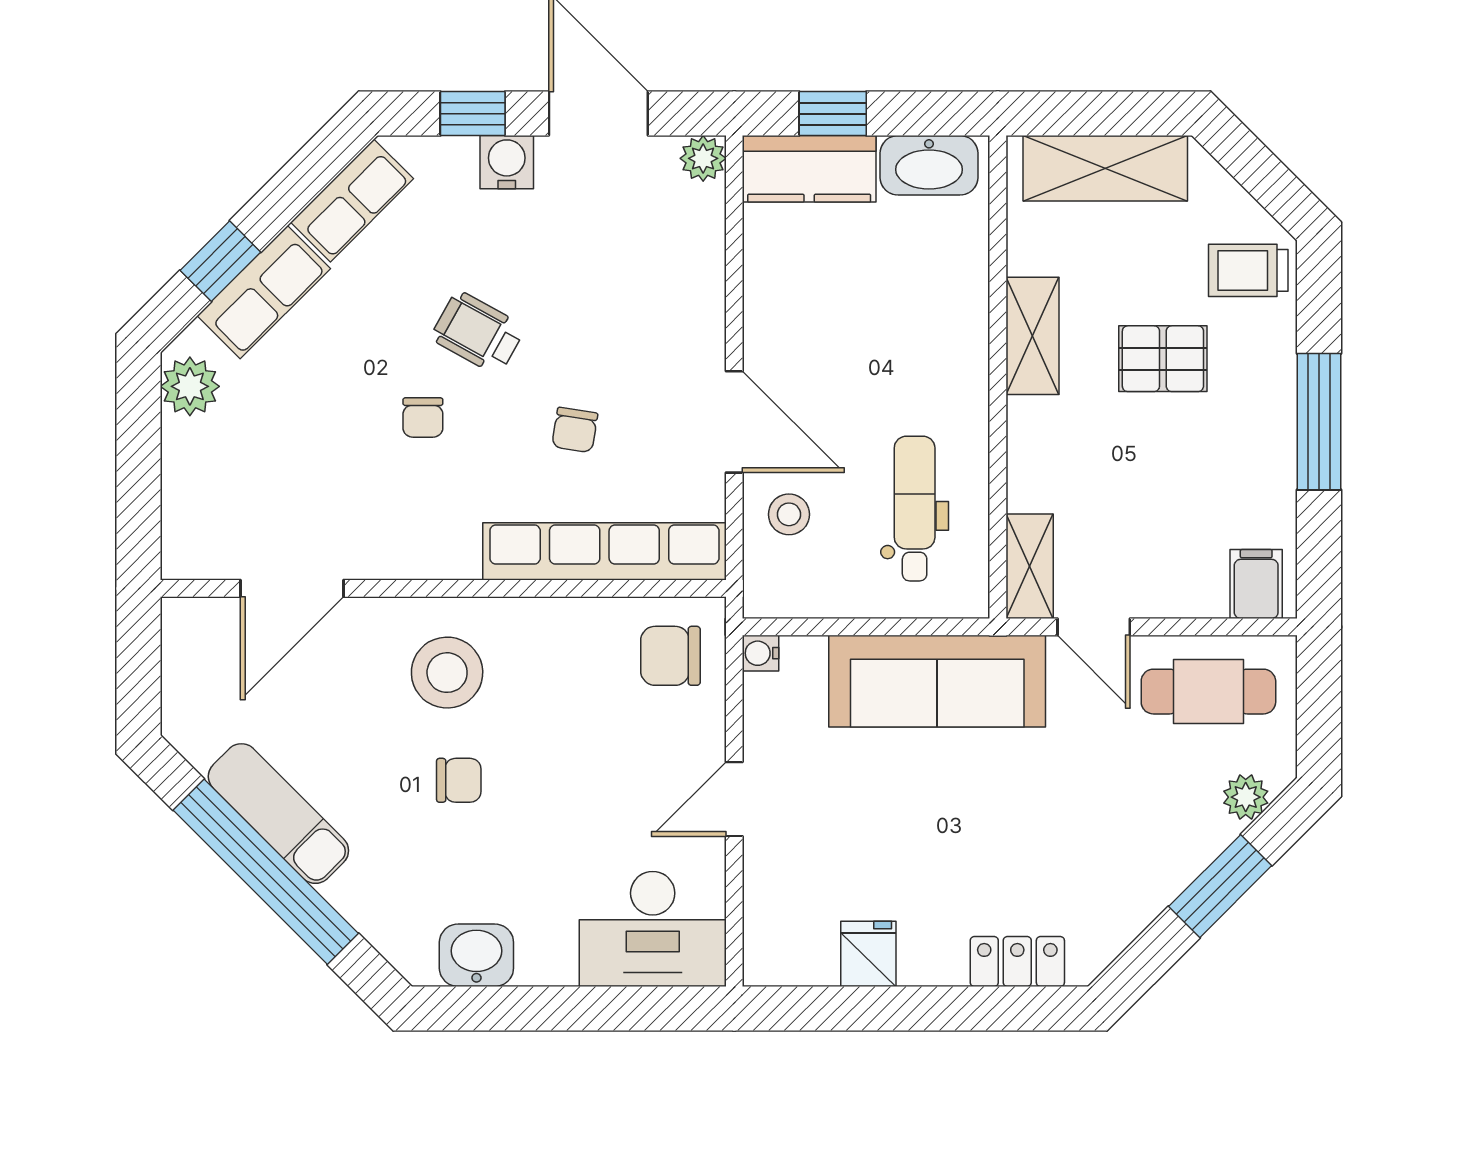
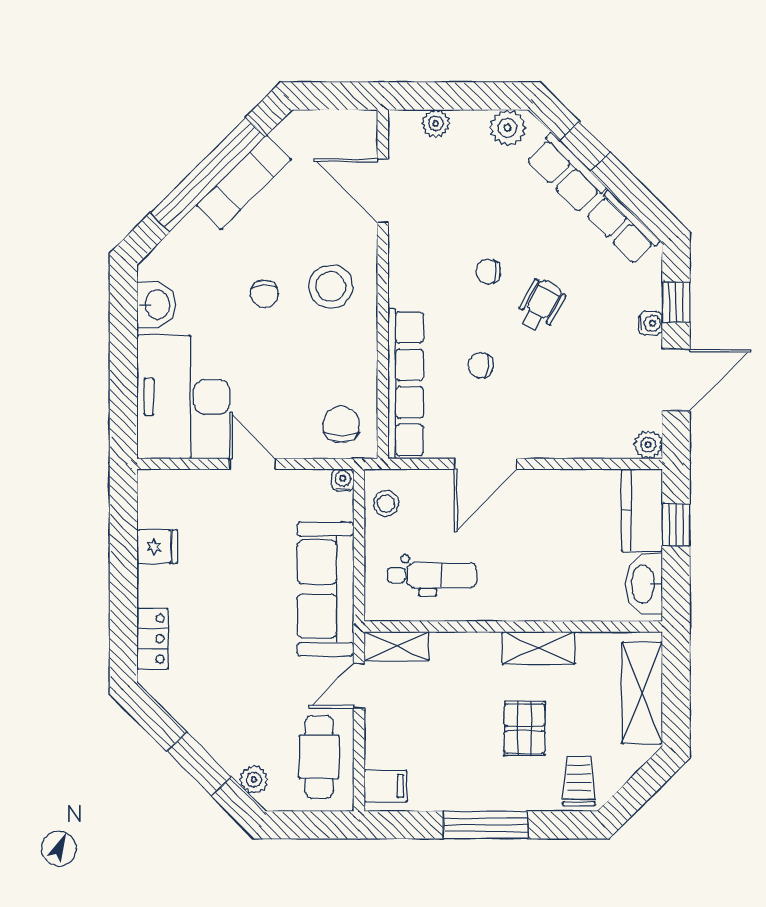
water cooler: (507, 162) -> (651, 323), width x0.72, depth x0.72
plant: (183, 502) -> (436, 123), added
stool: (789, 514) -> (386, 503), moved
desk: (653, 929) -> (183, 397), width x1.36, depth x1.30

